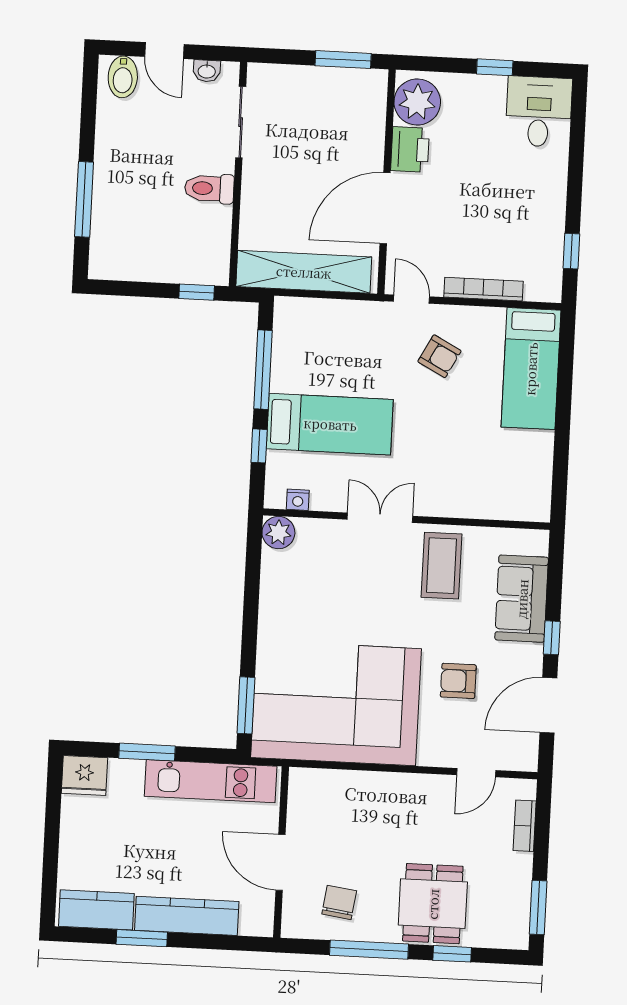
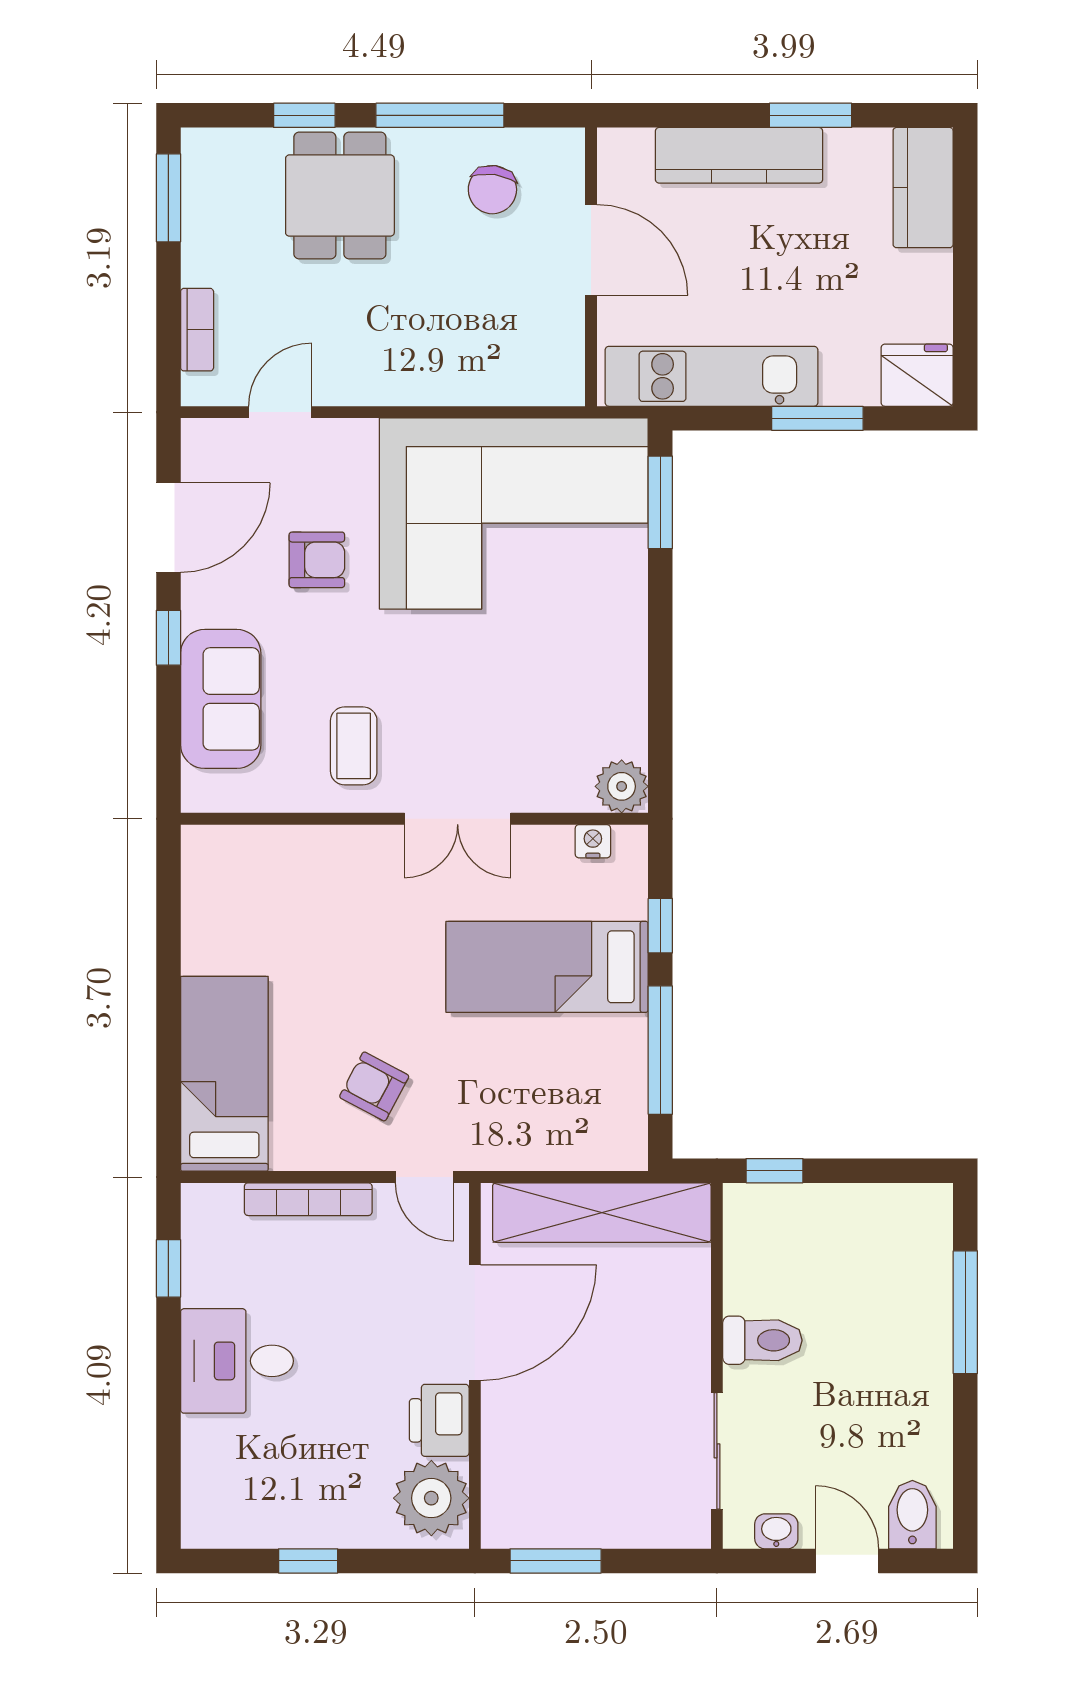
desk: (539, 112) -> (237, 1361), moved, turned 90
coffee table: (441, 566) -> (354, 746), width x0.73, depth x0.77
kitchen counter: (96, 910) -> (923, 188), moved, turned 90

